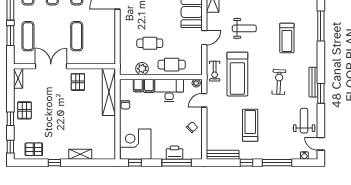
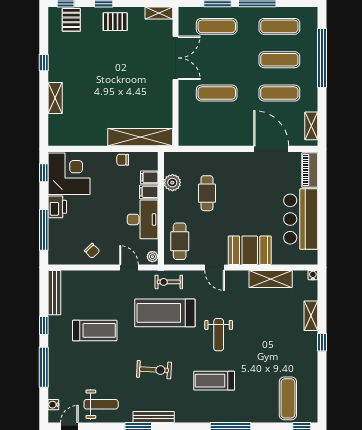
weight bench: (244, 28) -> (219, 335), moved
cafe table: (172, 65) -> (180, 241), moved
pallet: (78, 82) -> (154, 95), removed
pallet: (34, 149) -> (71, 20), moved
printer: (174, 153) -> (57, 207), moved

